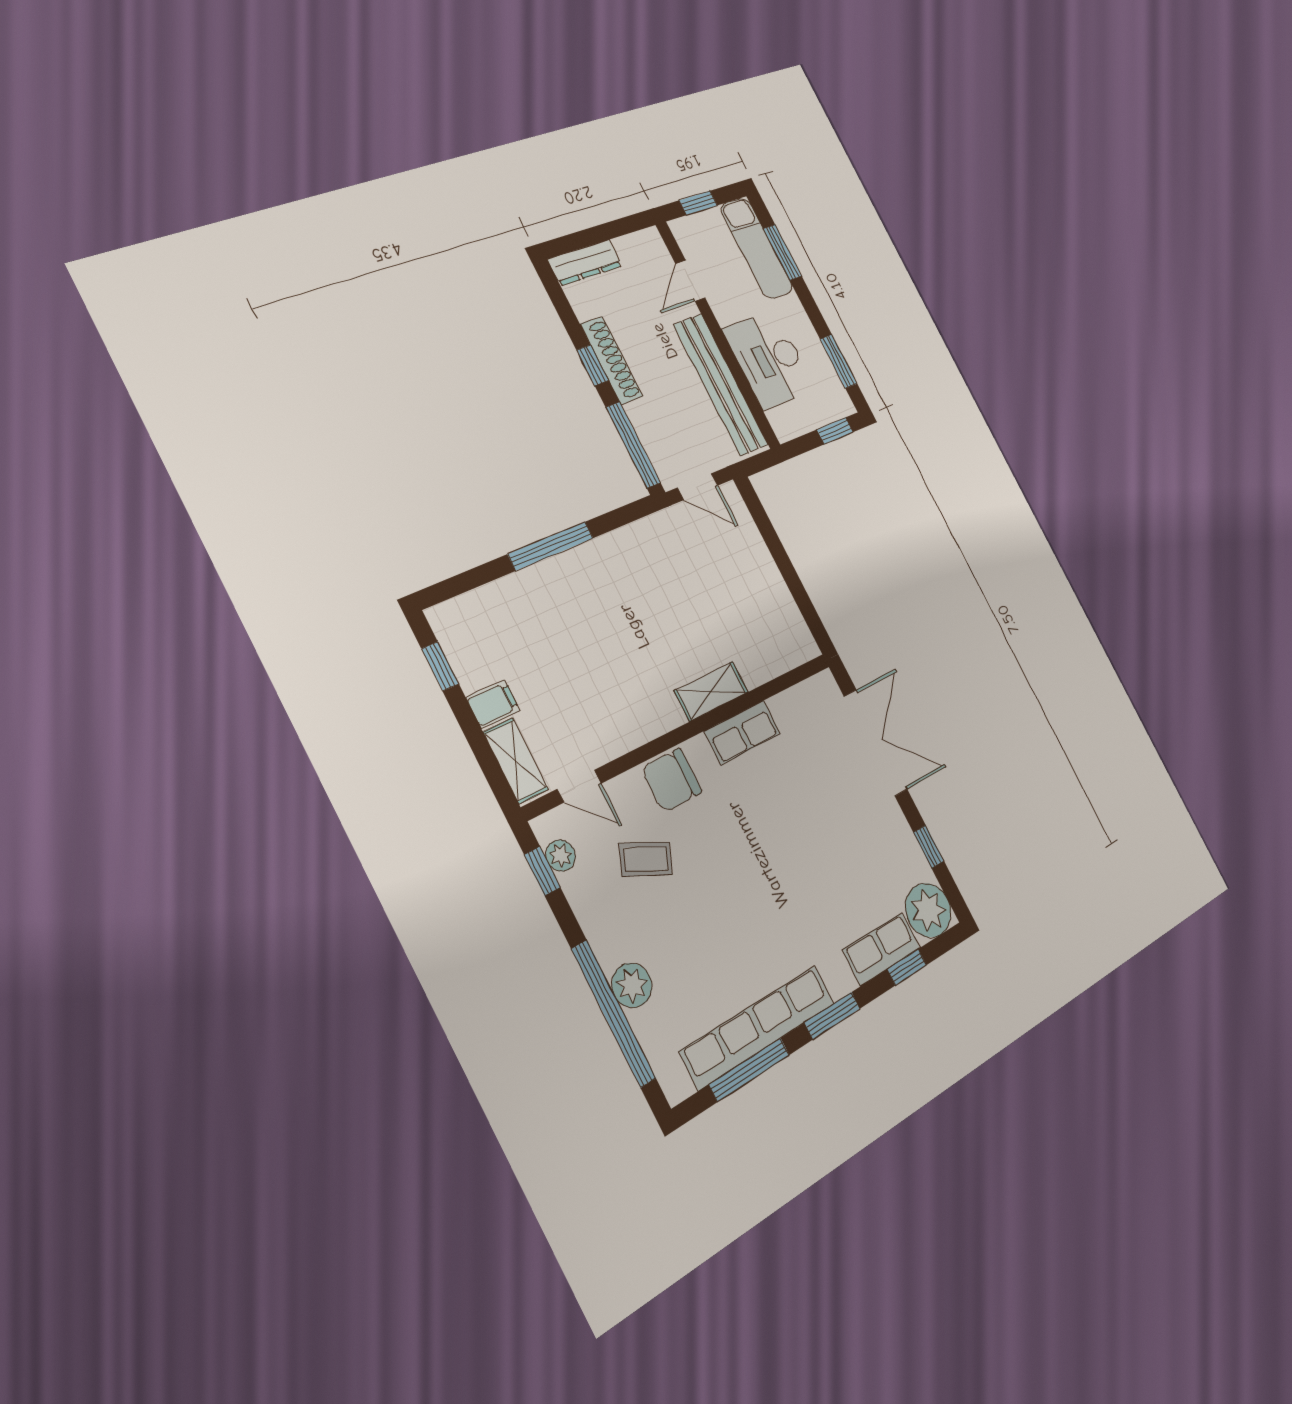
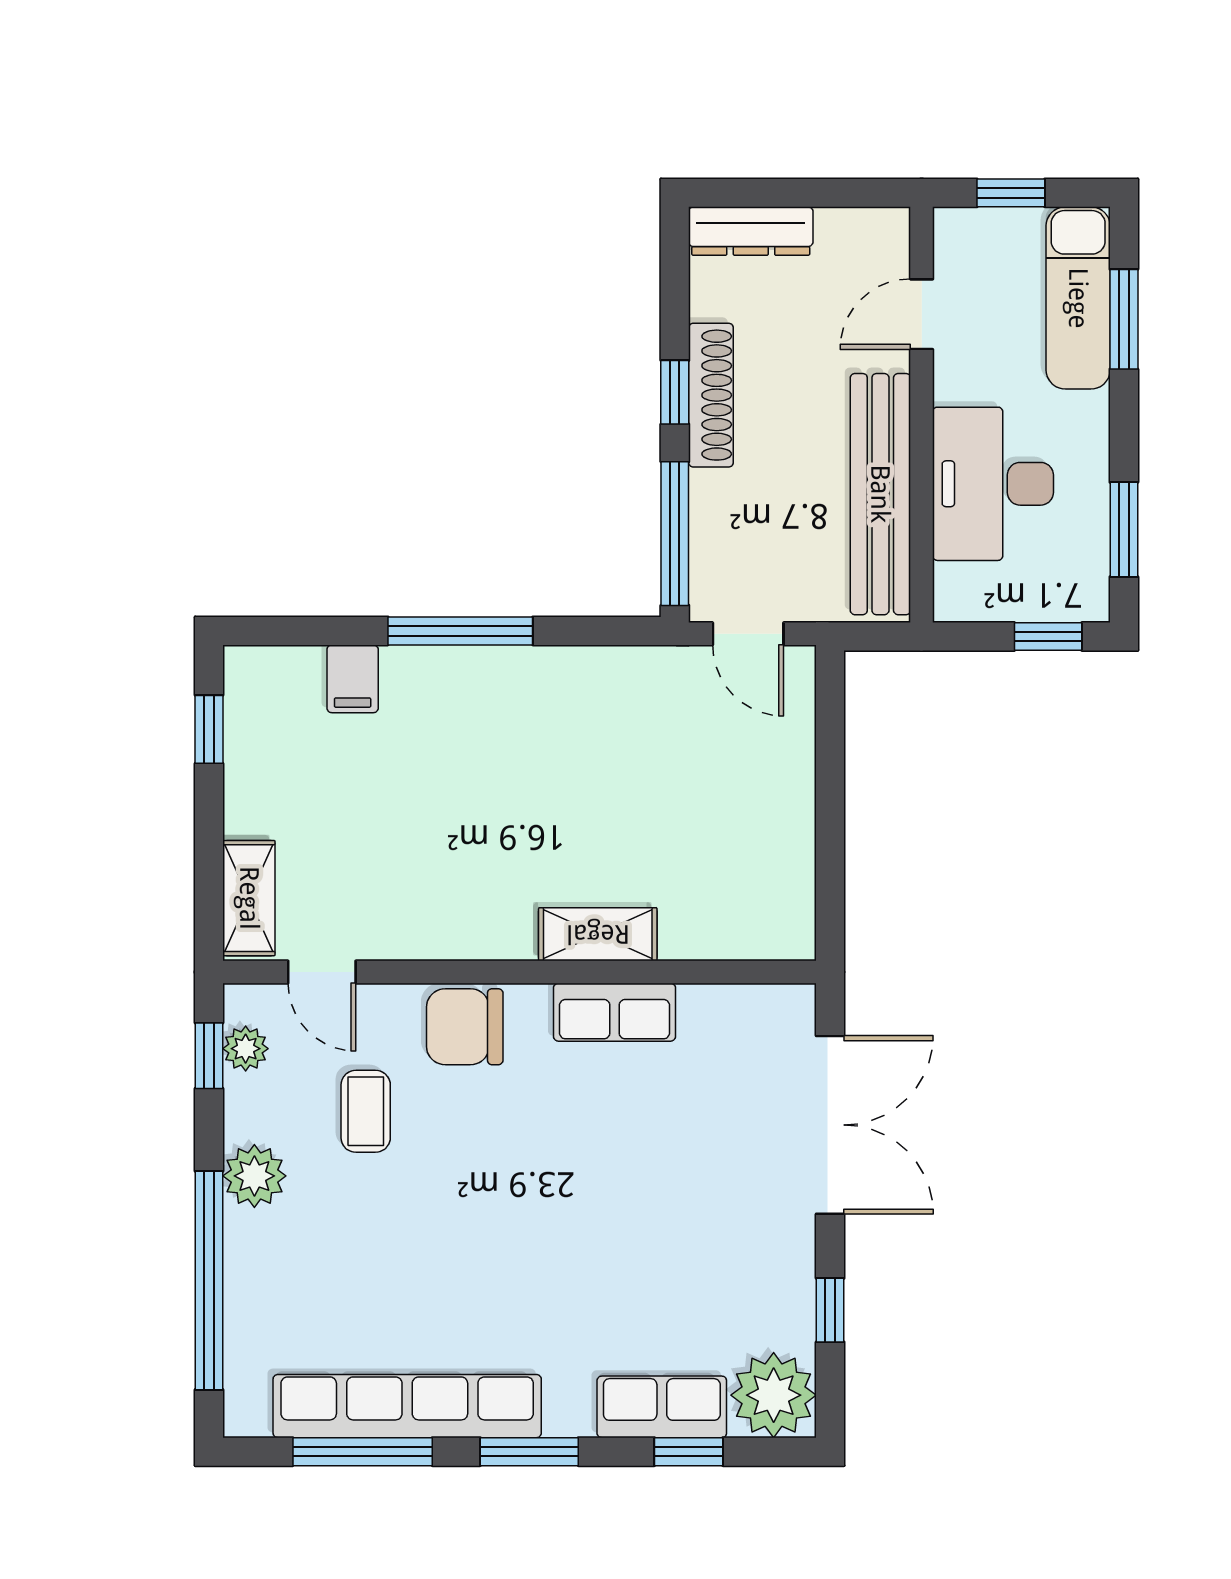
filing cabinet: (493, 704) -> (353, 679), moved, turned 90
coffee table: (646, 859) -> (366, 1111), turned 66
plant: (632, 985) -> (254, 1176), moved

